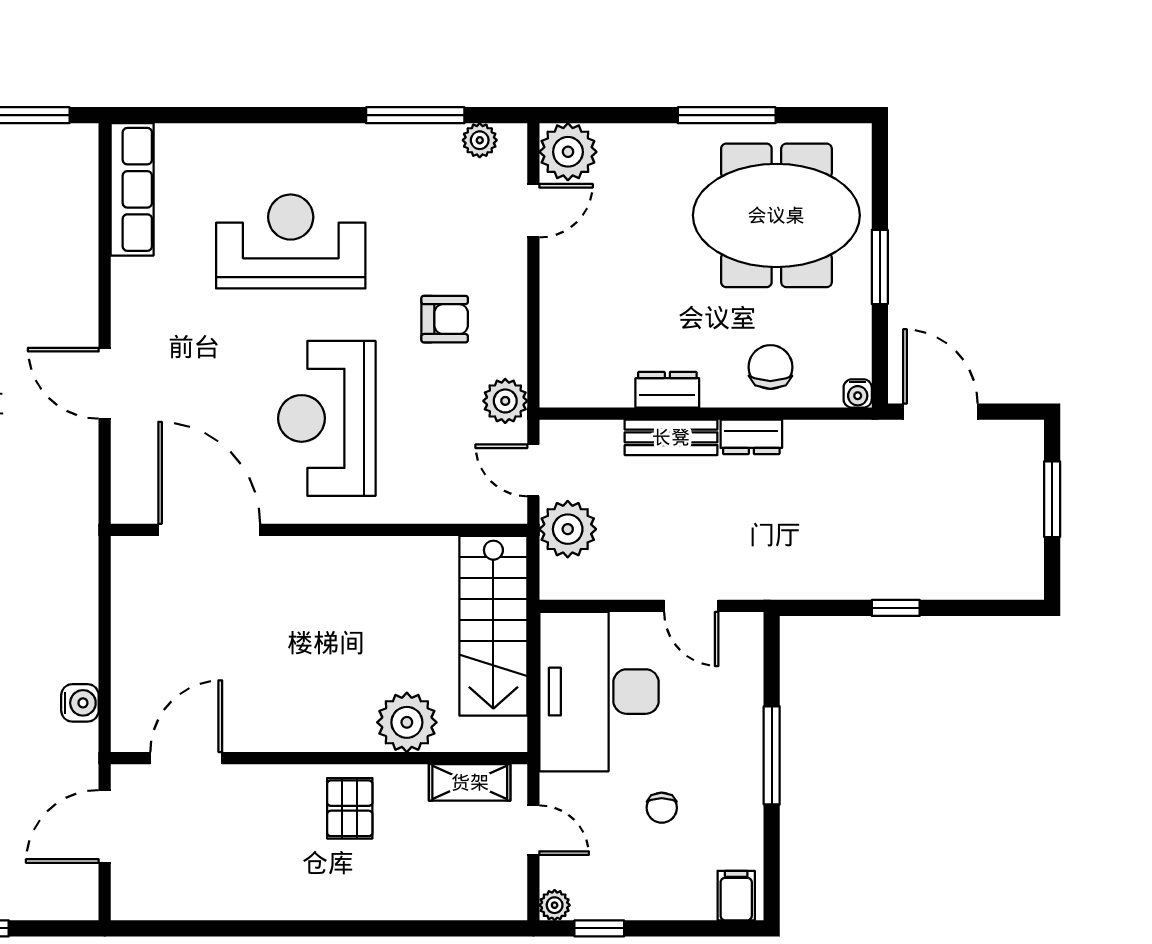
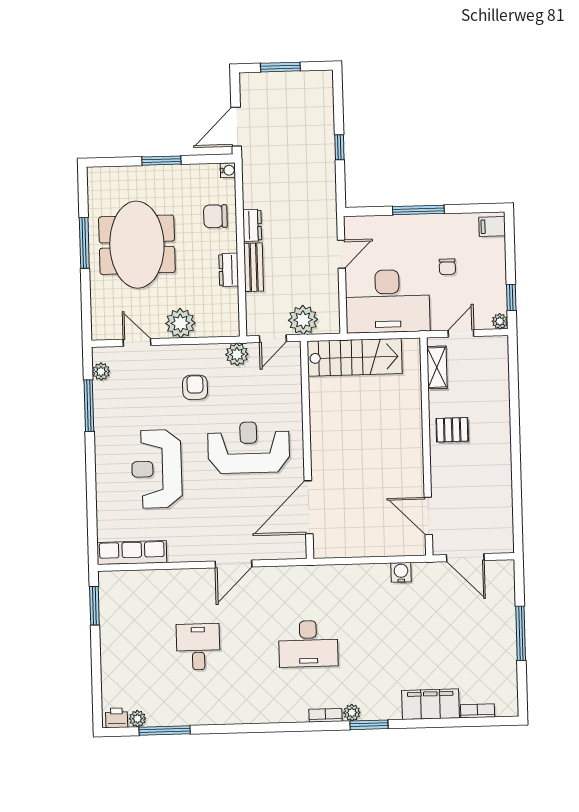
plant: (568, 152) -> (180, 323), moved
meeting table: (776, 215) -> (137, 245), moved
reception desk: (327, 418) -> (249, 447), turned 180
plant: (407, 722) -> (406, 401), removed
chair: (662, 808) -> (447, 267), turned 90

